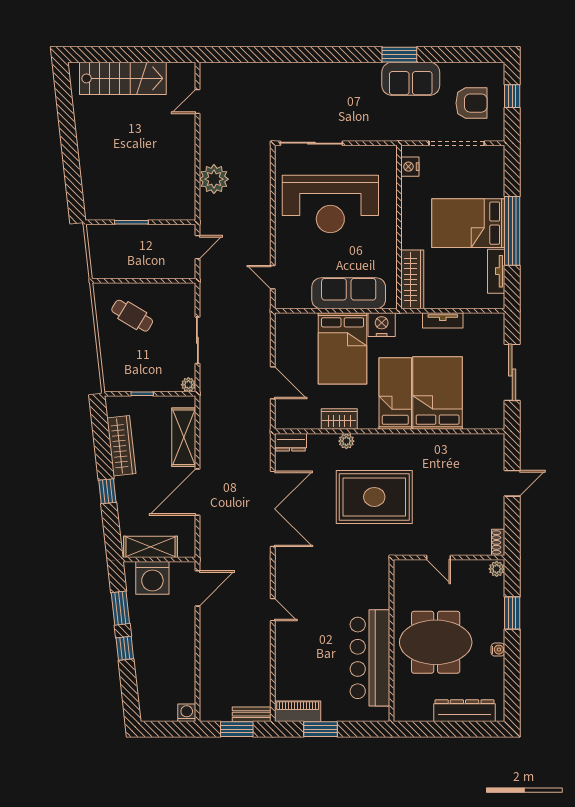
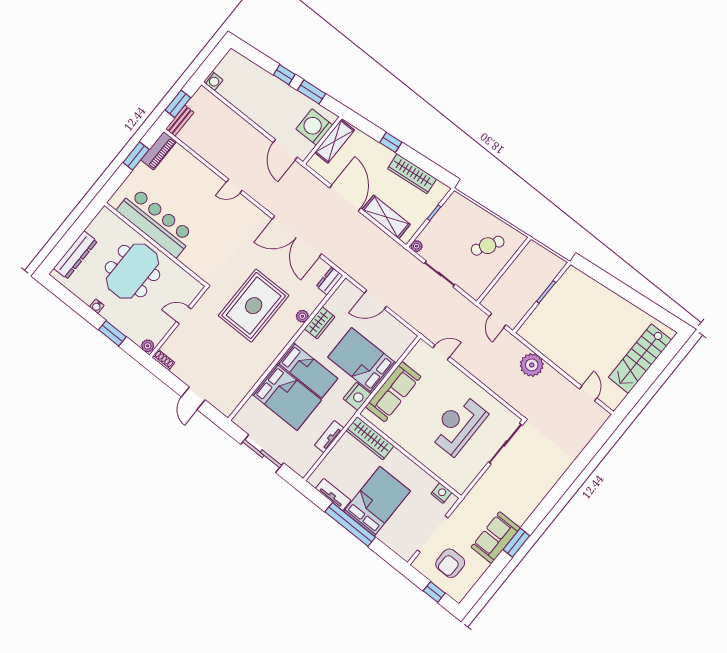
reception desk: (330, 204) -> (458, 425), width x0.74, depth x0.77

